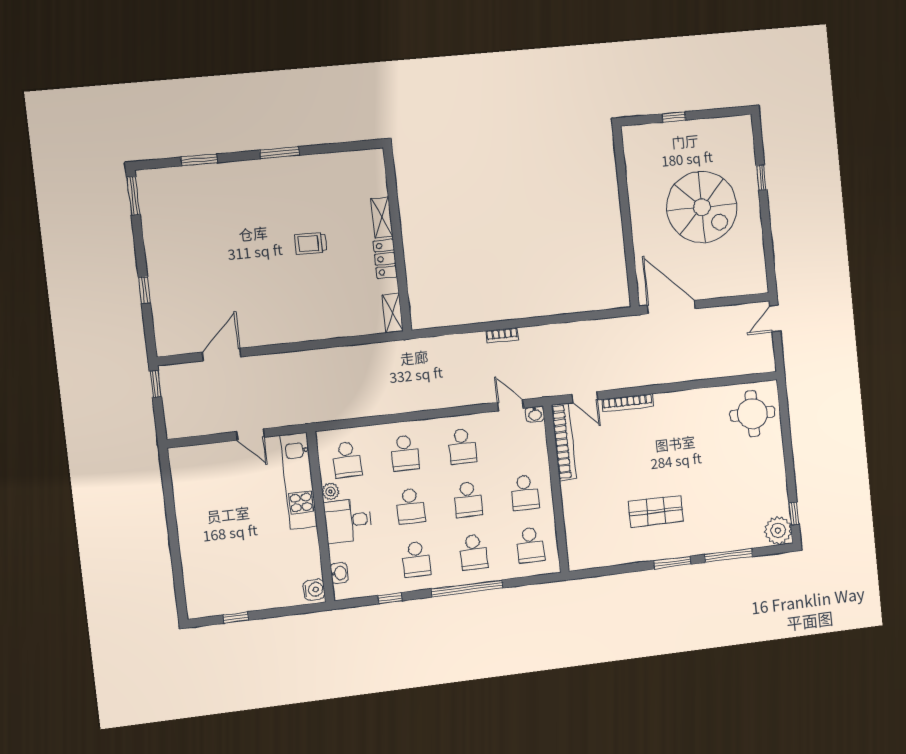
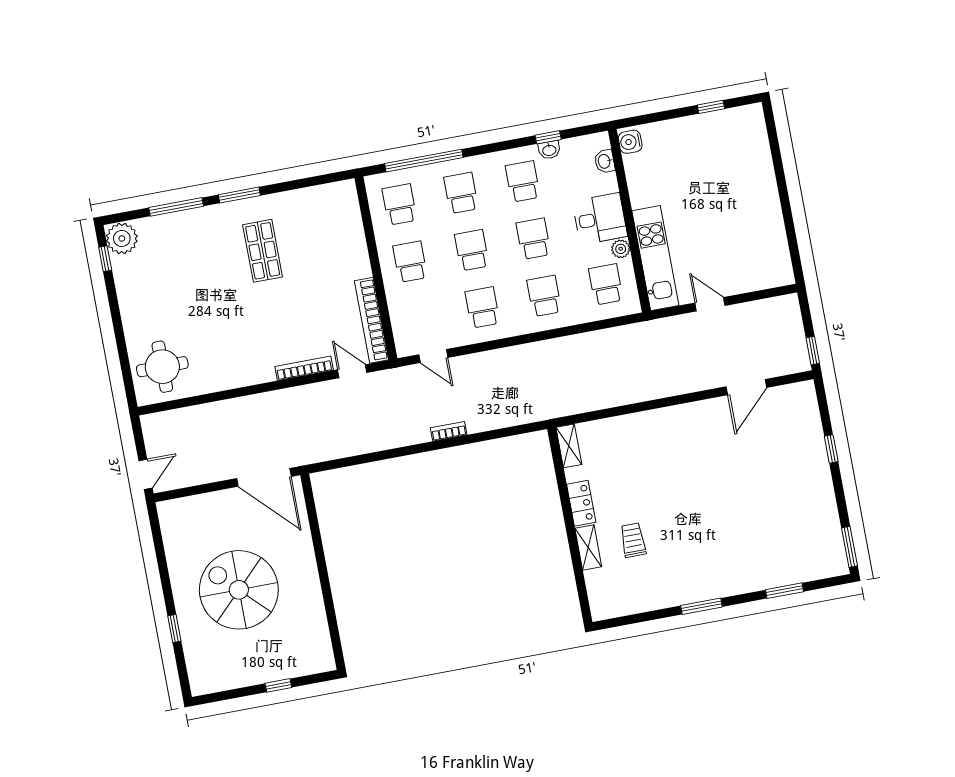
trolley: (311, 243) -> (633, 540), moved, turned -90
washbasin: (535, 414) -> (549, 150), moved, turned 180
shop shelf: (656, 511) -> (263, 251), turned 90
window: (467, 588) -> (424, 161), moved

